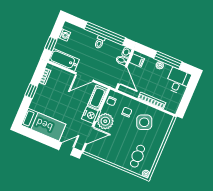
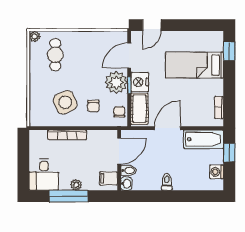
window: (105, 33) -> (165, 196), removed
door: (122, 76) -> (119, 151), swing flipped
window: (31, 91) -> (229, 51), moved
bed: (44, 125) -> (195, 65), moved

